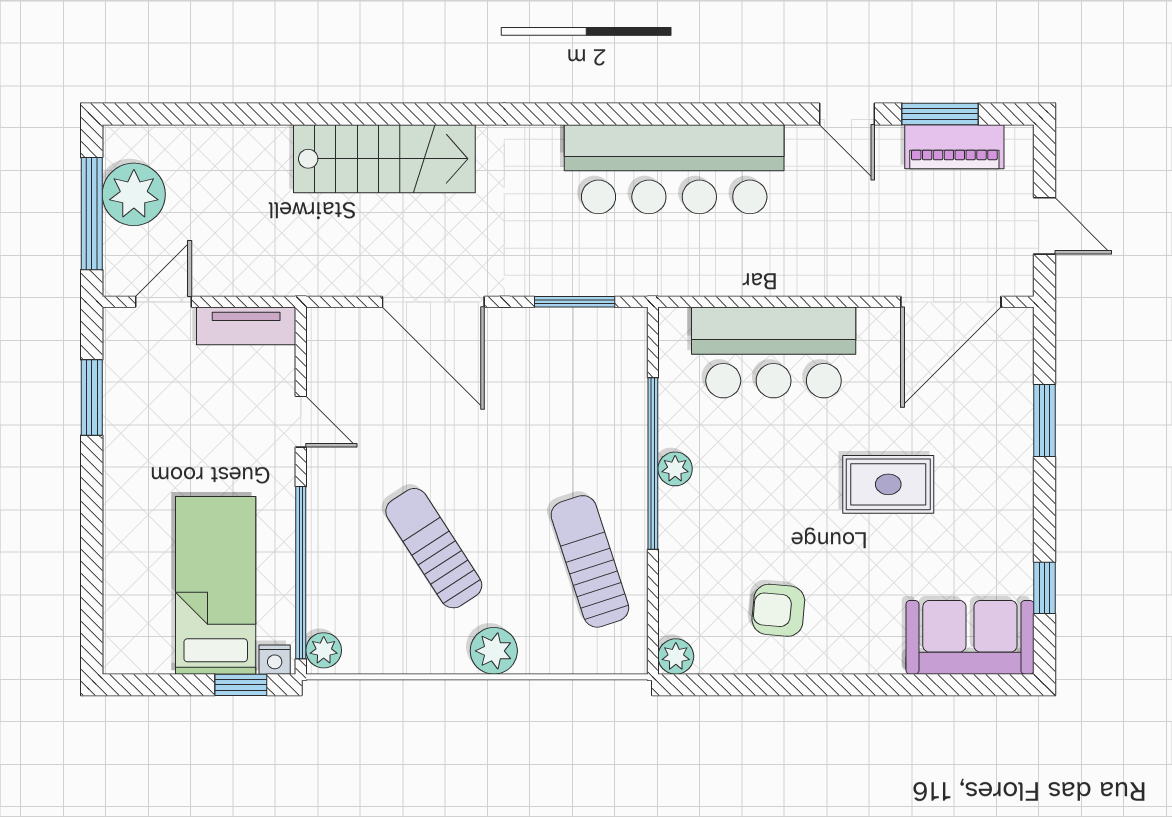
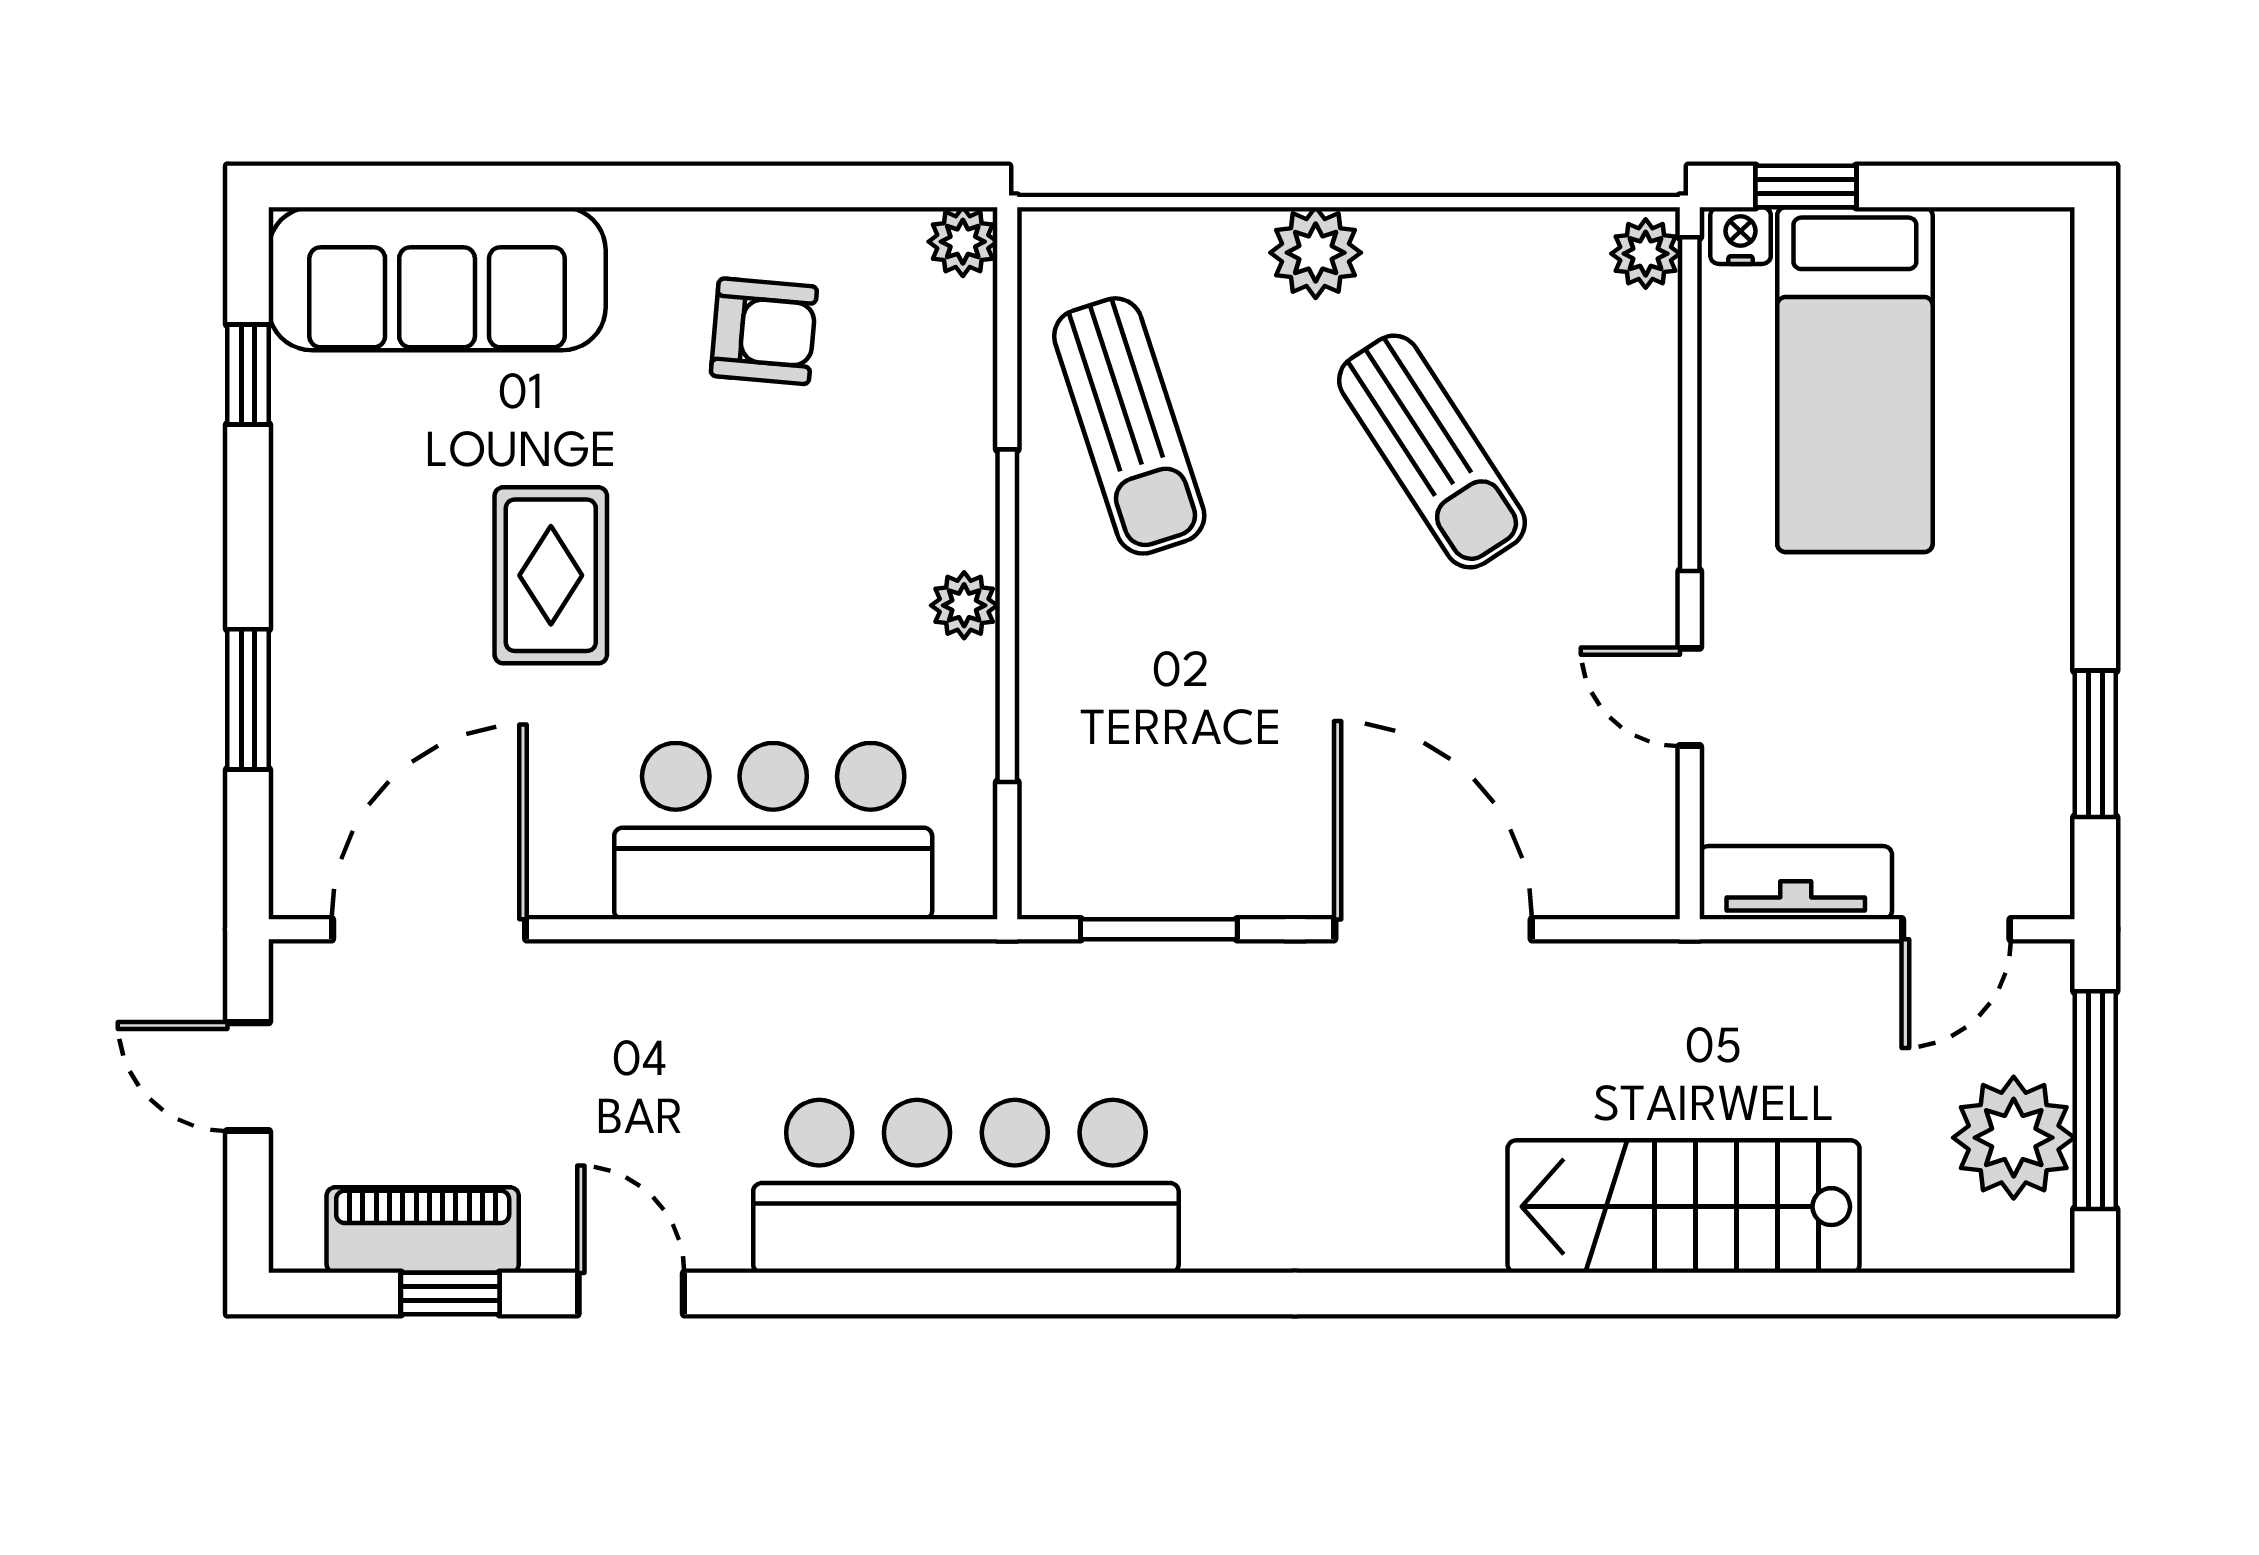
window: (940, 114) -> (450, 1294), width x0.67
stairs: (384, 159) -> (1684, 1207), moved
rug: (888, 484) -> (551, 575), turned 90
sofa: (970, 637) -> (437, 279), width x1.36

